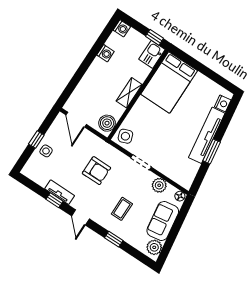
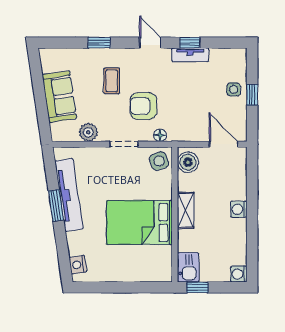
washing machine: (105, 53) -> (239, 209), moved
bed: (169, 82) -> (139, 223), moved, turned -90
tv unit: (207, 135) -> (69, 195), moved
armchair: (96, 171) -> (143, 106), moved
floor lamp: (180, 196) -> (160, 135), moved
plant: (154, 247) -> (50, 62), removed

